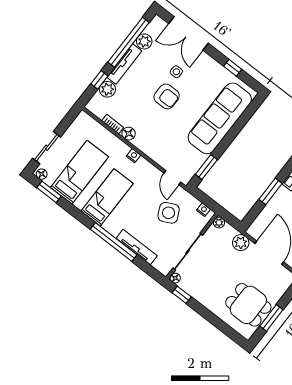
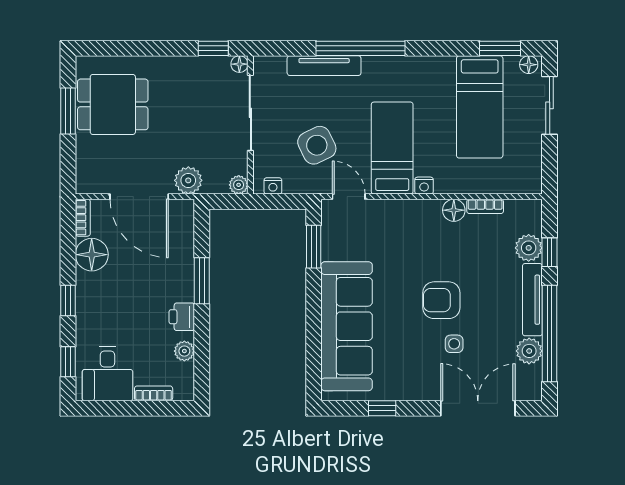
bed: (107, 197) -> (392, 148), moved, turned 180

